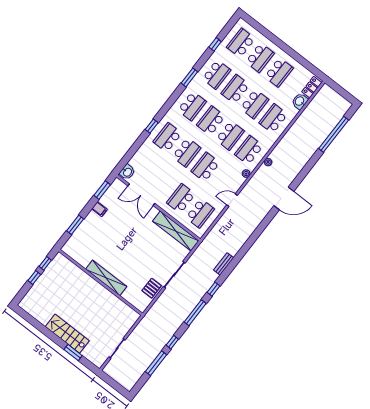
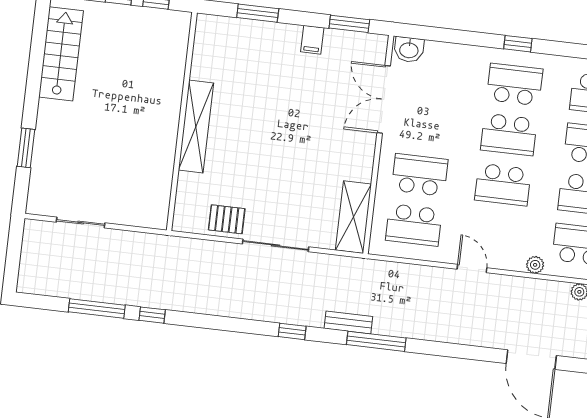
school desk: (205, 167) -> (503, 185), turned 180
shelving: (176, 231) -> (353, 217), width x0.68
window: (195, 313) -> (376, 341), moved
stairs: (67, 334) -> (61, 54), moved

